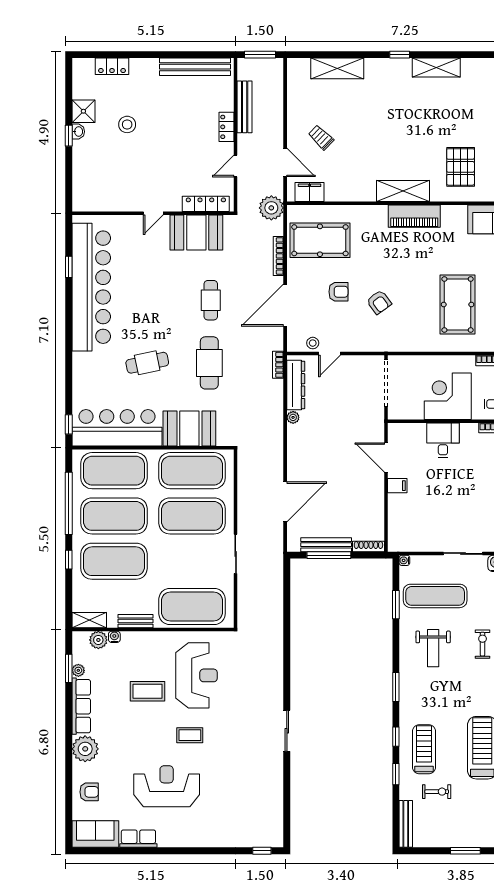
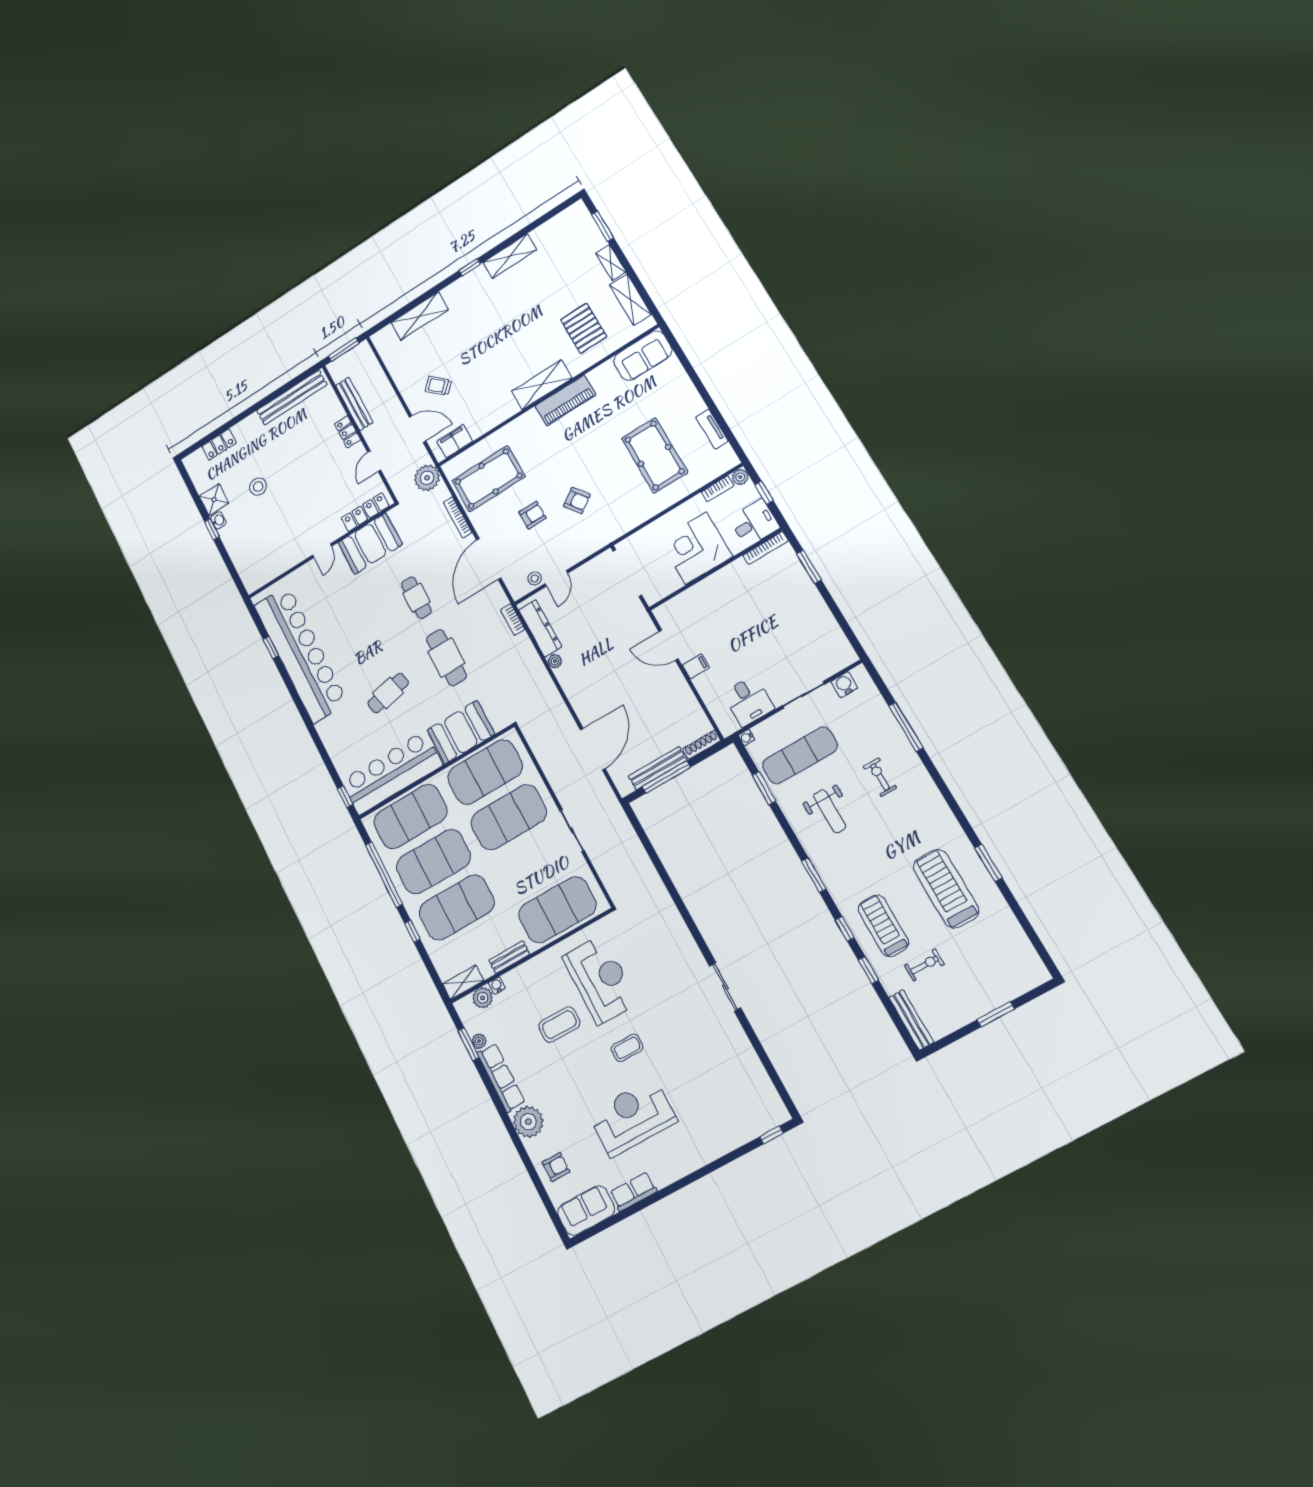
desk: (443, 440) -> (748, 701), moved, turned 180

